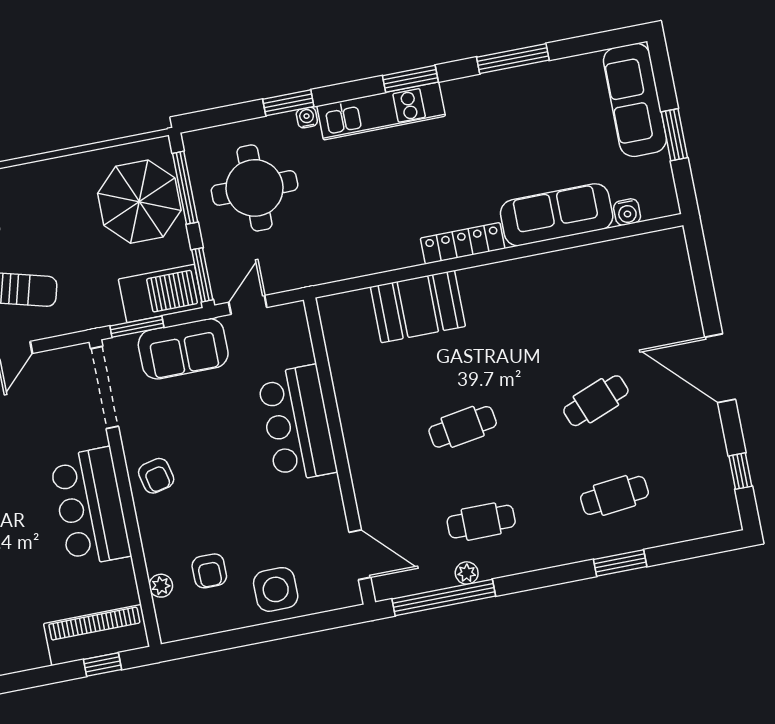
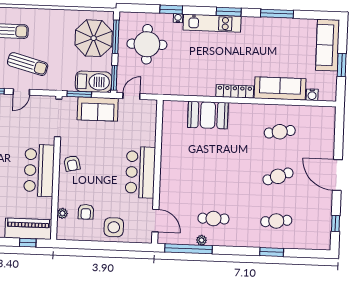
bar counter: (297, 424) -> (140, 172), moved
cafe table: (463, 427) -> (280, 132), moved

